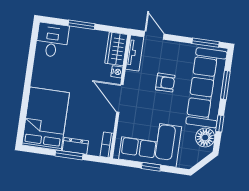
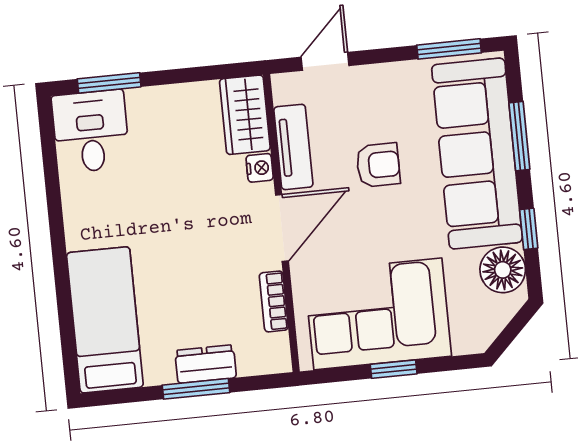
window: (82, 25) -> (109, 83), moved
door: (154, 35) -> (325, 61), hinge flipped
tv unit: (135, 53) -> (293, 147), moved
door: (120, 98) -> (282, 228), swing flipped
bed: (46, 119) -> (105, 320), width x0.67
bookcase: (107, 145) -> (274, 301), moved

